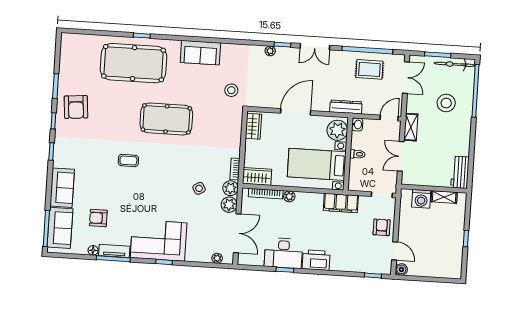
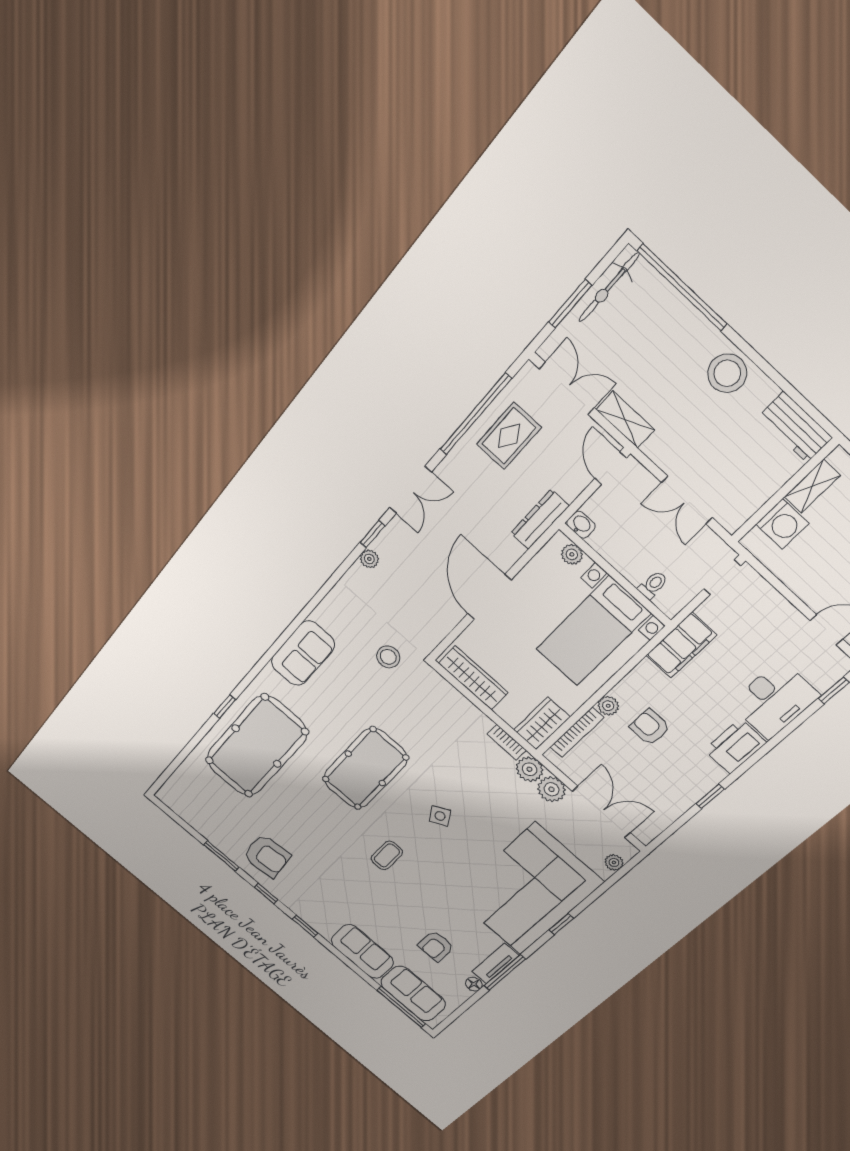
stool: (446, 103) -> (727, 373), moved
wardrobe: (253, 126) -> (473, 678), width x1.50
shelving: (411, 127) -> (625, 420), moved
plant: (337, 130) -> (572, 554), width x0.53, depth x0.53
toilet: (357, 154) -> (653, 585), moved
side table: (199, 188) -> (440, 816), moved
armchair: (382, 227) -> (650, 727), moved
corner sofa: (159, 240) -> (528, 889), width x1.36, depth x1.36
desk: (283, 253) -> (775, 700), moved

